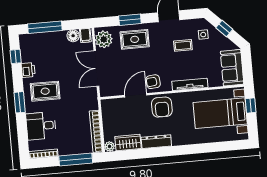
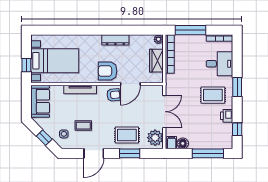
armchair: (162, 107) -> (108, 71), turned -90
wardrobe: (128, 143) -> (156, 61), moved, turned 90

